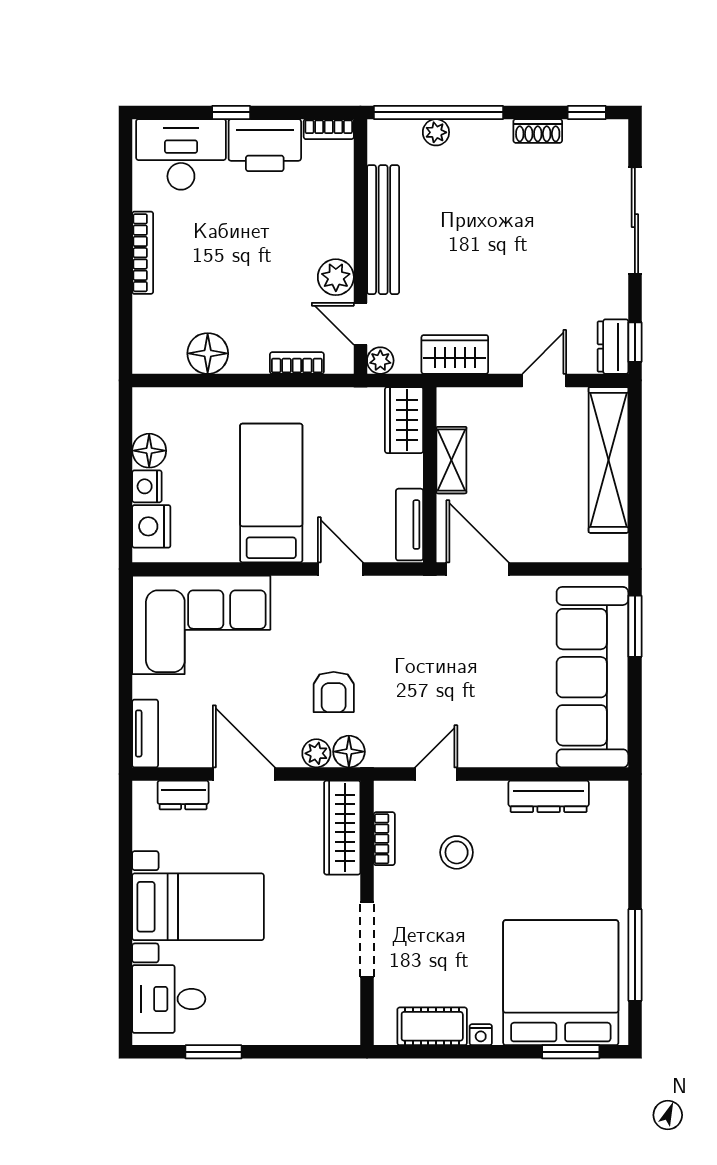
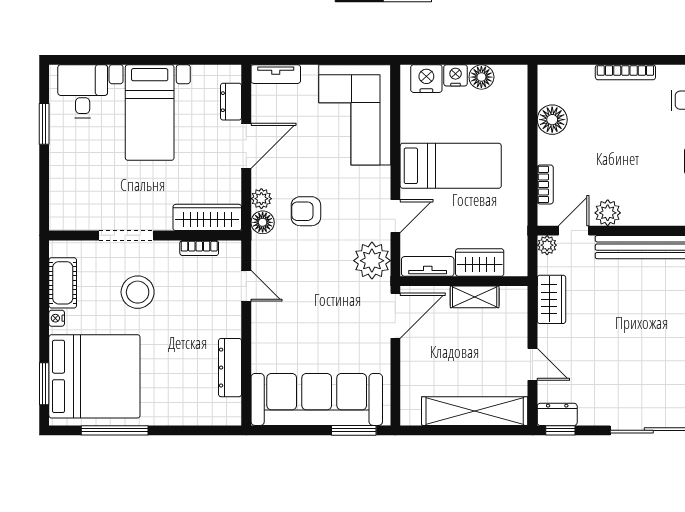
wardrobe: (404, 420) -> (480, 262), moved
plant: (401, 601) -> (372, 261), added
stool: (457, 852) -> (138, 292), moved, width x1.38, depth x1.38

